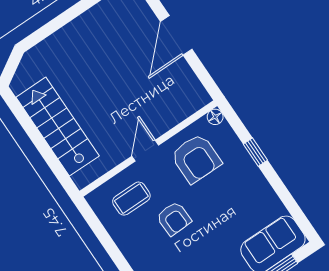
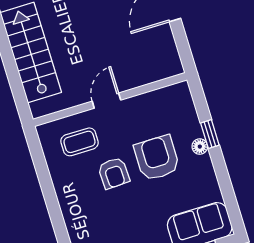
floor lamp: (215, 117) -> (200, 147), moved
armchair: (196, 158) -> (157, 158), moved, turned 180

